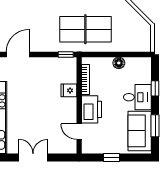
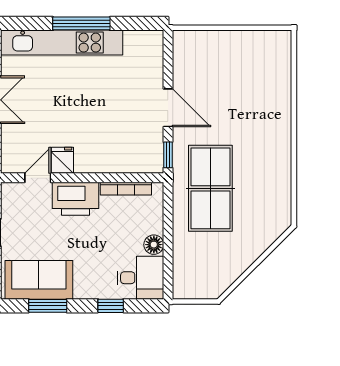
door: (18, 55) -> (168, 108), moved
fridge: (69, 90) -> (62, 160), moved
desk: (137, 97) -> (140, 278), moved, turned -90

